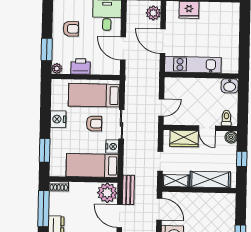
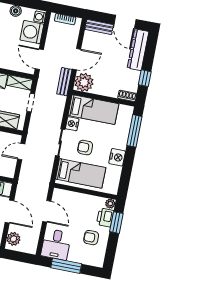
printer: (81, 66) -> (105, 217), moved, turned 90
window: (45, 150) -> (134, 131), width x1.44
window: (43, 208) -> (145, 78), width x0.46
door: (120, 216) -> (77, 59), hinge flipped

